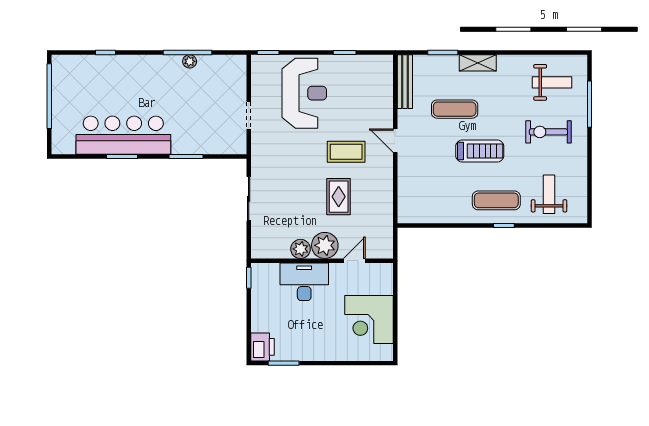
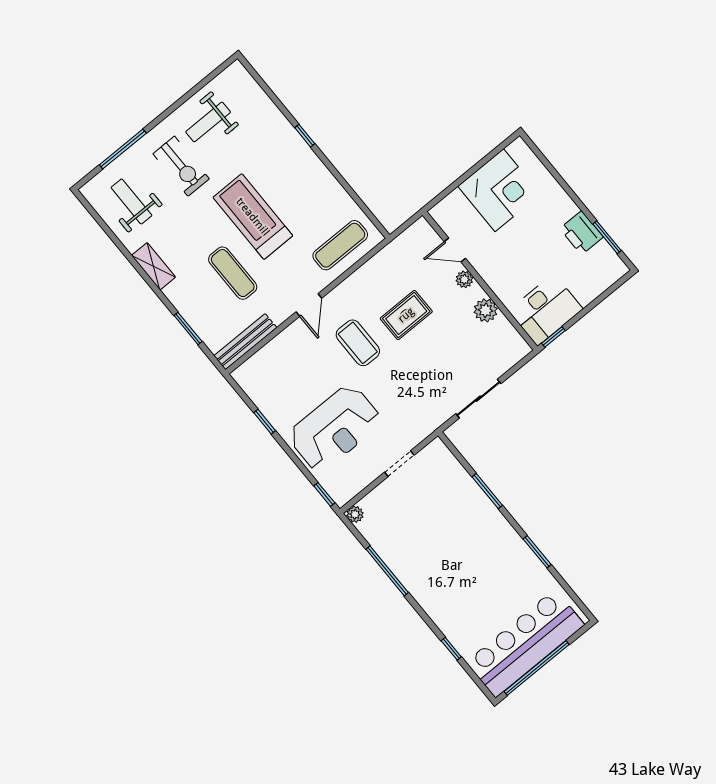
plant: (190, 61) -> (355, 514), moved
shelving: (478, 63) -> (153, 266), moved
reception desk: (304, 93) -> (335, 428), turned 180
bar counter: (123, 135) -> (525, 643), moved, turned 90
treadmill: (480, 151) -> (253, 217), width x1.37, depth x1.38
weight bench: (549, 194) -> (208, 122), moved
exercise mat: (496, 200) -> (340, 245), moved, turned 90
plant: (325, 245) -> (464, 279), width x0.53, depth x0.53
desk: (304, 282) -> (546, 310), moved, turned -90
printer: (262, 347) -> (582, 233), moved, turned -90

